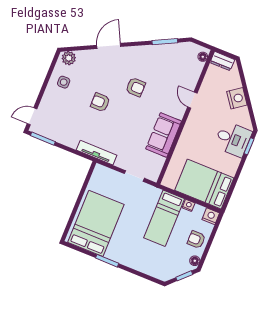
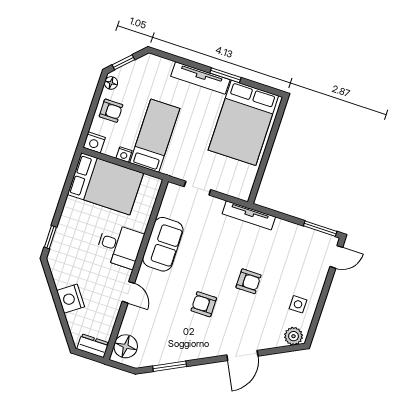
floor lamp: (203, 57) -> (126, 346), width x1.89, depth x1.89
desk: (233, 139) -> (120, 246), moved, turned 180
tv unit: (126, 260) -> (200, 78), added

